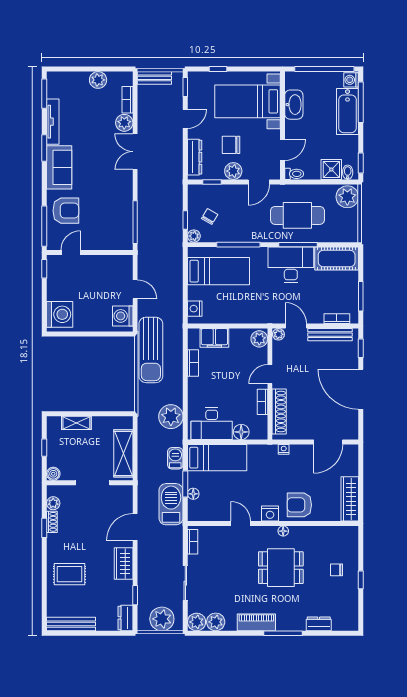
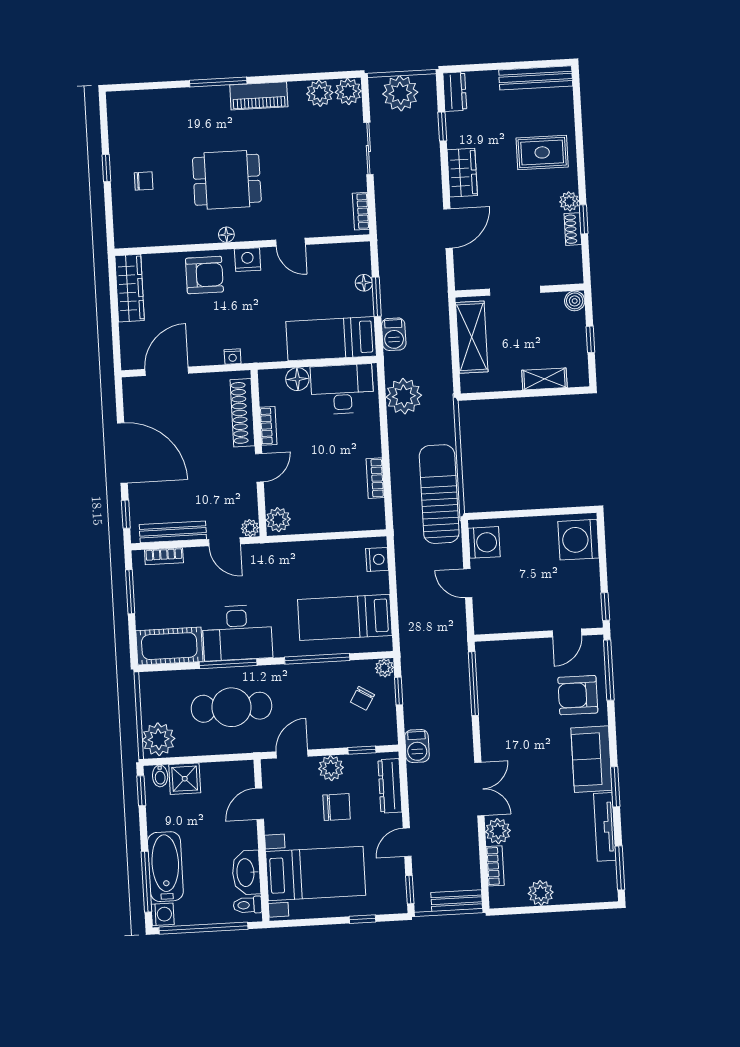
toilet: (294, 174) -> (248, 905), moved
filing cabinet: (214, 338) -> (345, 517), removed
plant: (53, 503) -> (569, 201), moved
barbecue: (171, 504) -> (417, 746), moved, width x0.53, depth x0.65
dresser: (319, 624) -> (166, 99), removed

